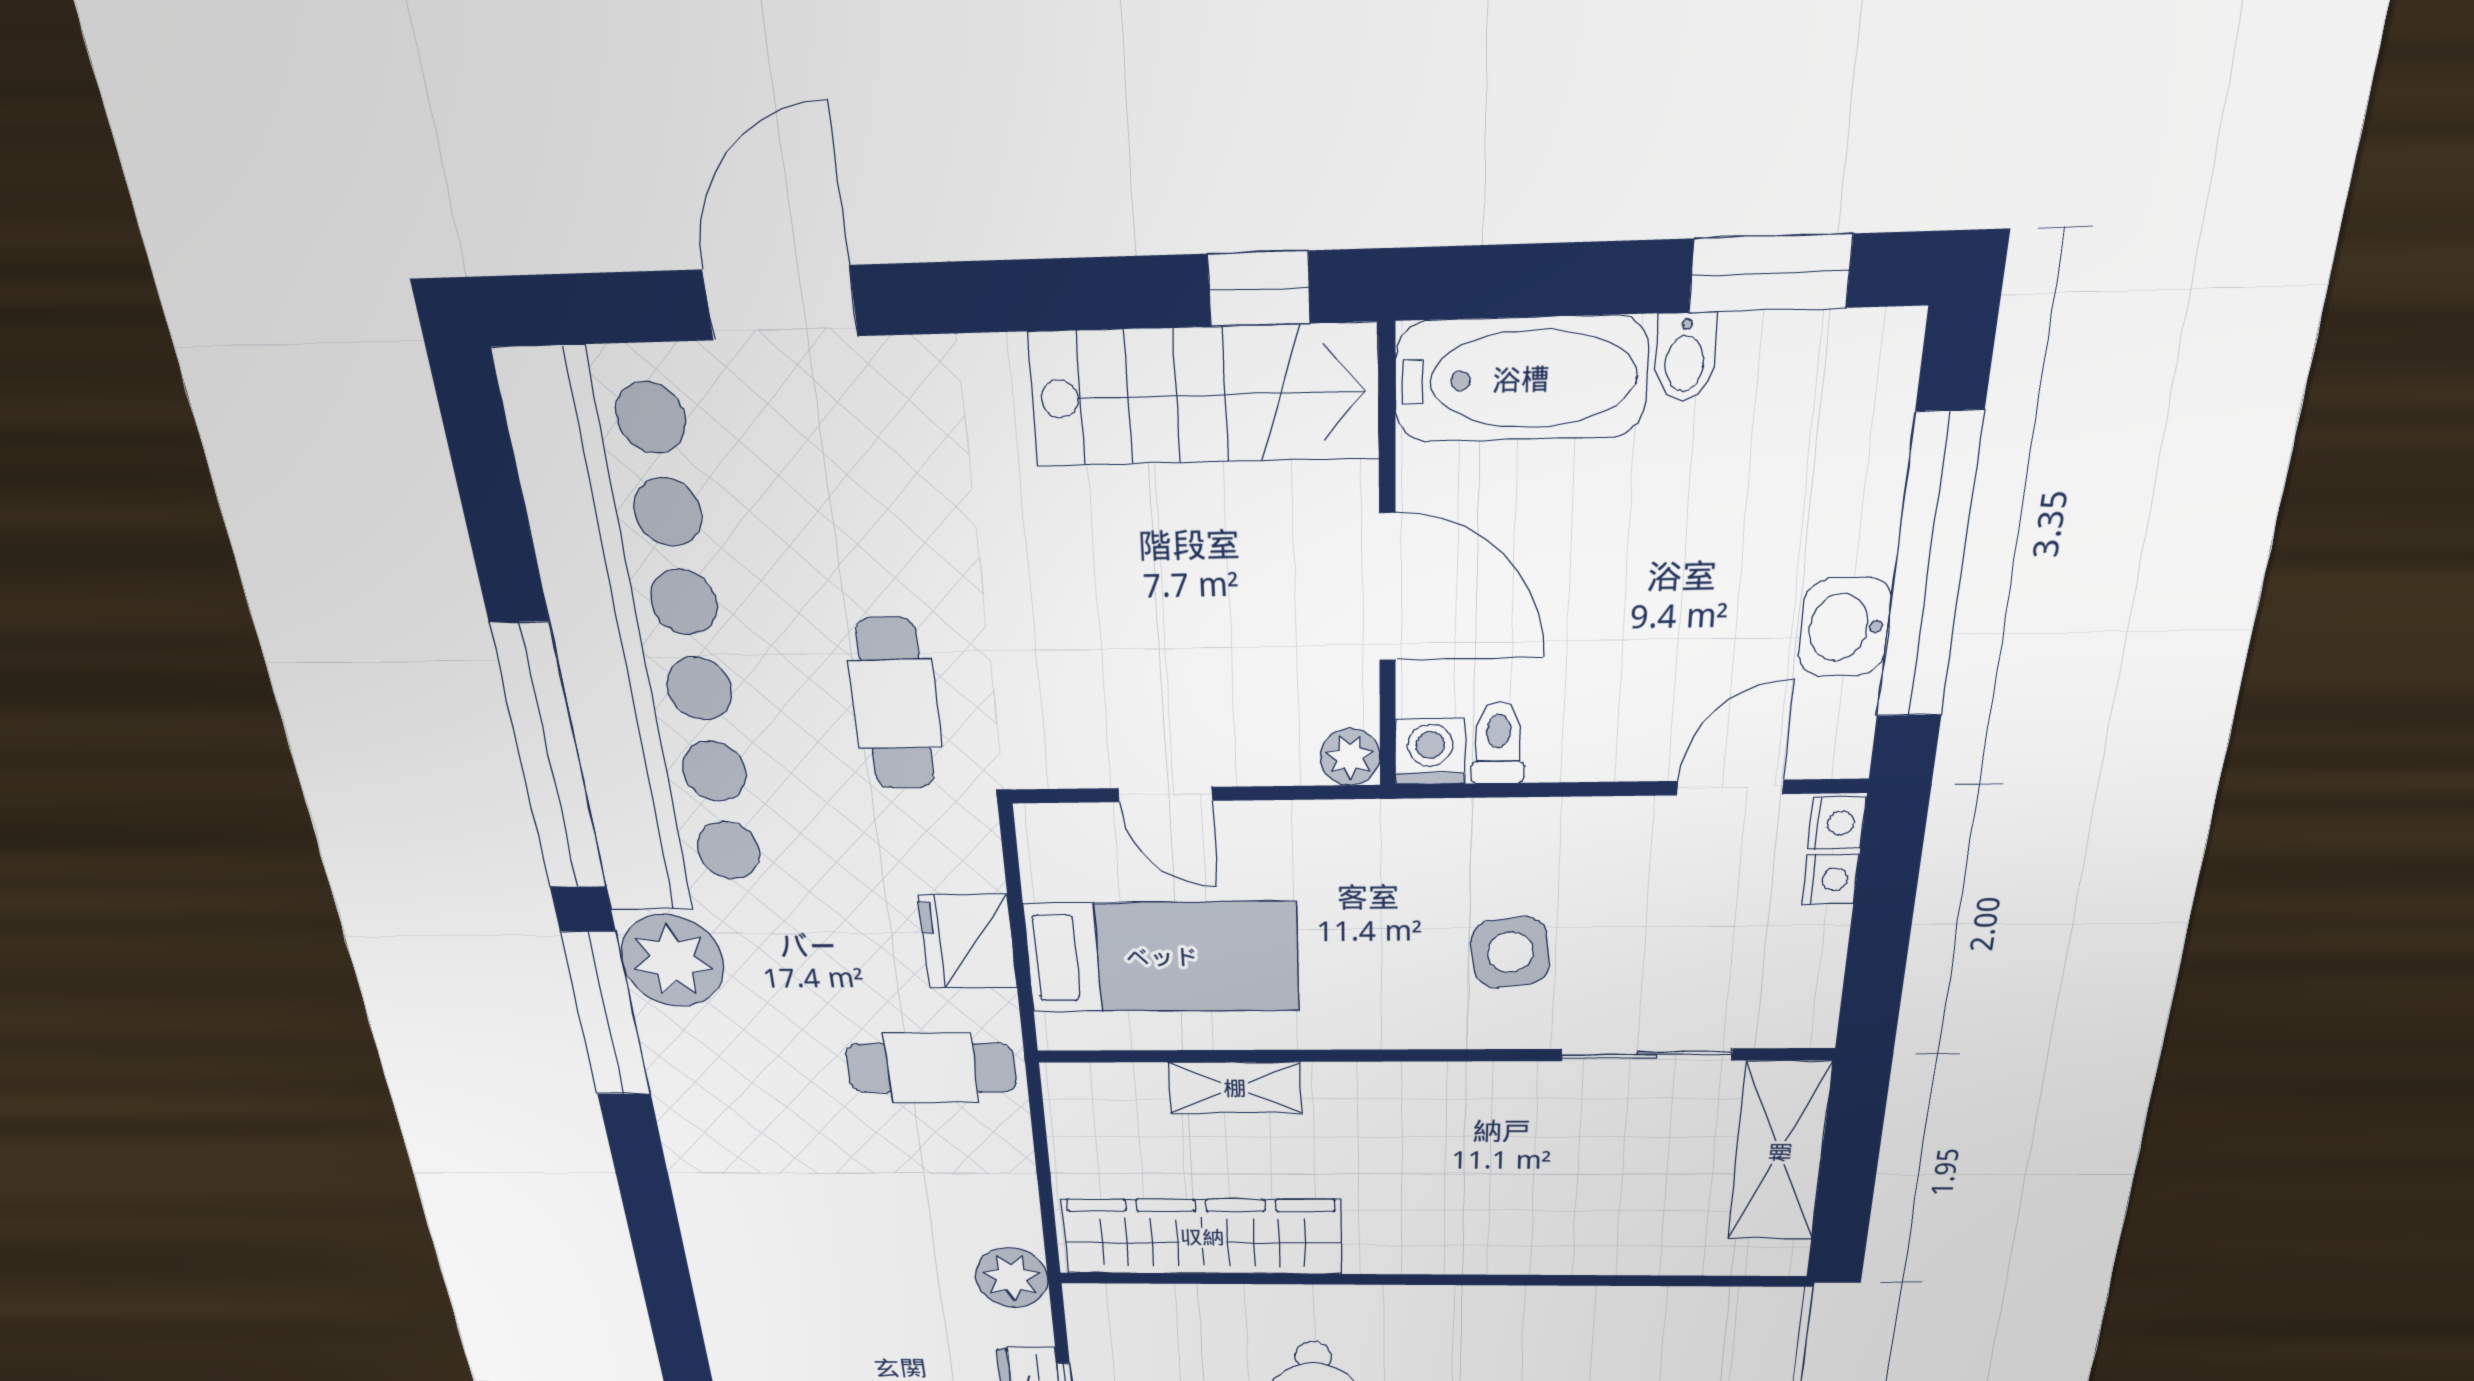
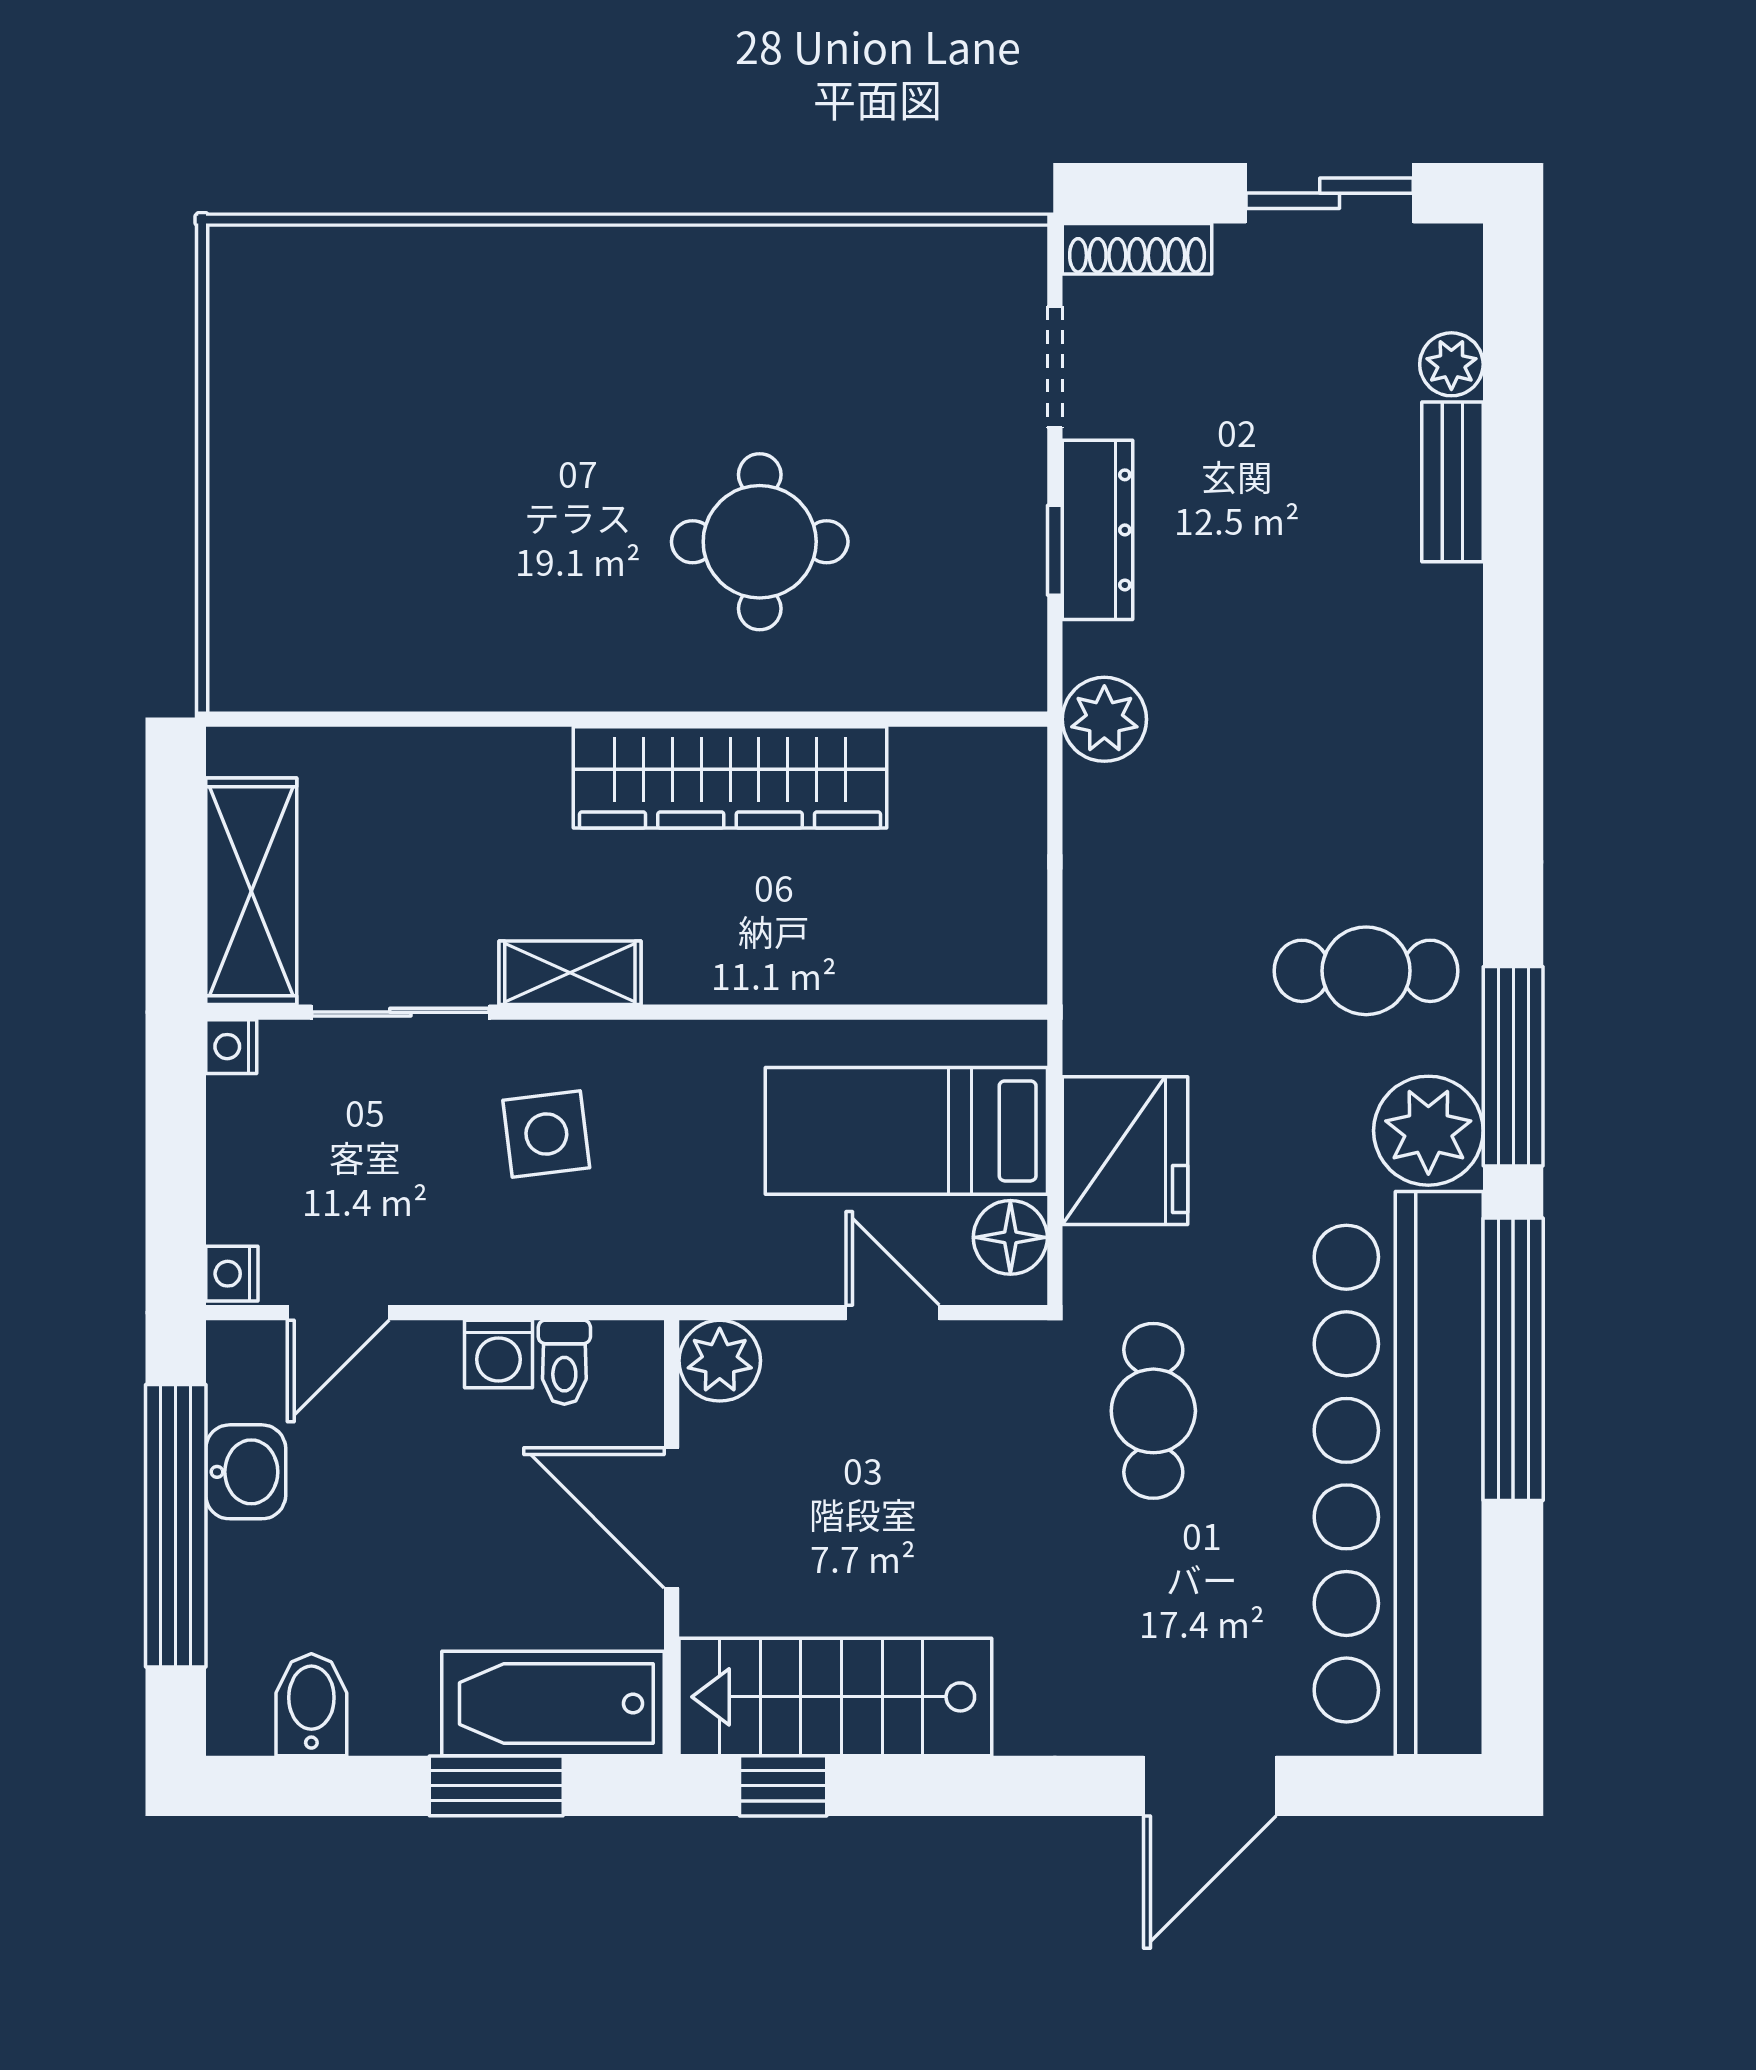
window: (1770, 273) -> (496, 1786), moved
bidet: (1685, 357) -> (311, 1705), moved, width x1.38, depth x1.36
washing machine: (1430, 752) -> (499, 1354), moved
plant: (1350, 757) -> (720, 1361), width x1.38, depth x1.38
floor lamp: (1055, 865) -> (1010, 1237), added
nightstand: (1831, 879) -> (231, 1047), moved
fridge: (968, 942) -> (1125, 1151), width x1.36, depth x1.34
cafe table: (931, 1068) -> (1366, 971), moved
shelving: (1235, 1088) -> (570, 973), moved
wardrobe: (1202, 1237) -> (730, 777), moved

